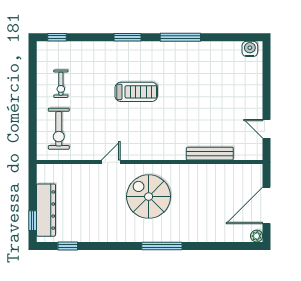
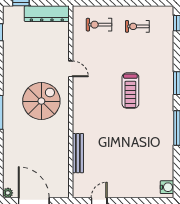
exercise bike: (59, 129) -> (99, 25), width x0.73, depth x0.72
dresser: (46, 210) -> (47, 14), moved

